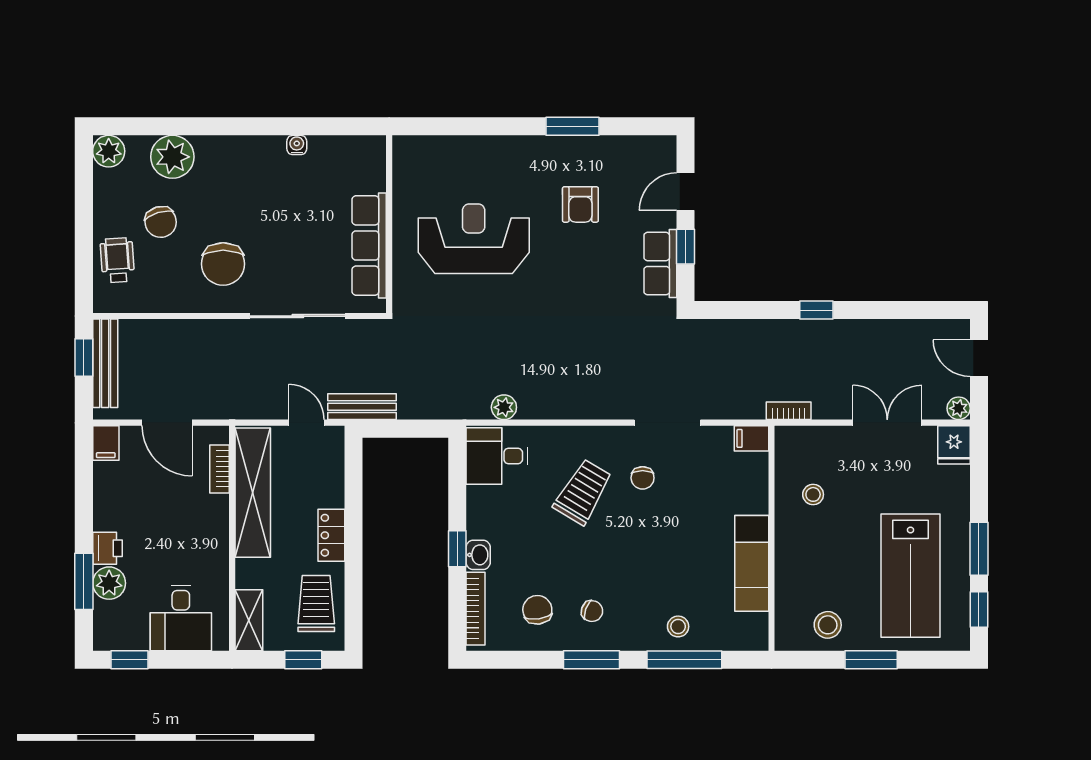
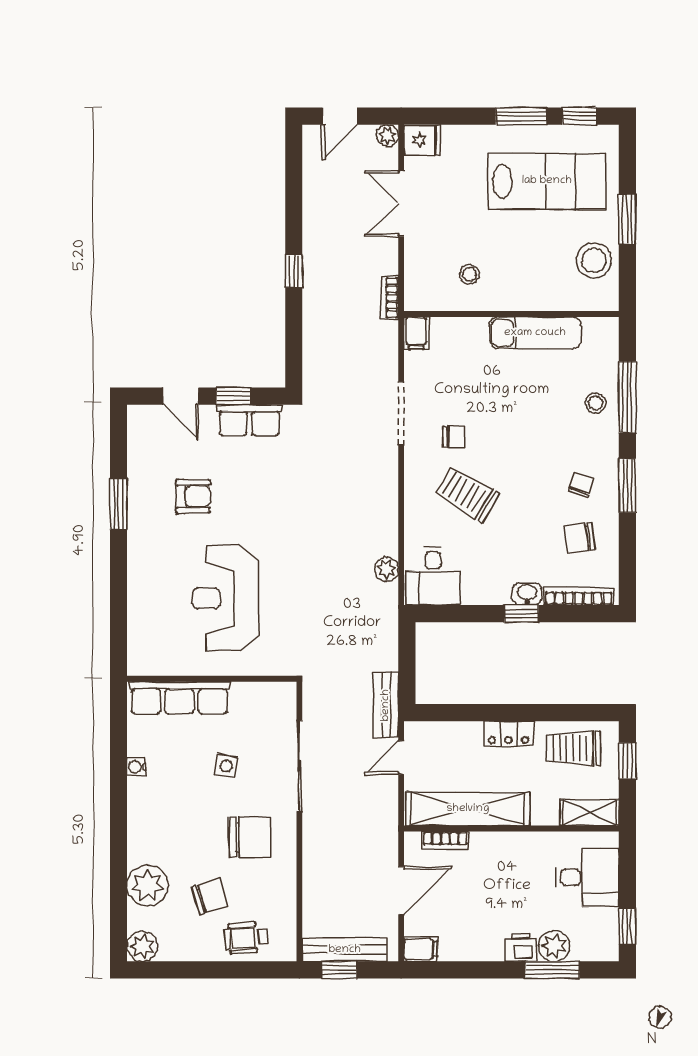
side table: (298, 239) -> (226, 766), added
row of seats: (369, 245) -> (179, 698), moved
stool: (828, 625) -> (594, 260), width x1.38, depth x1.38

